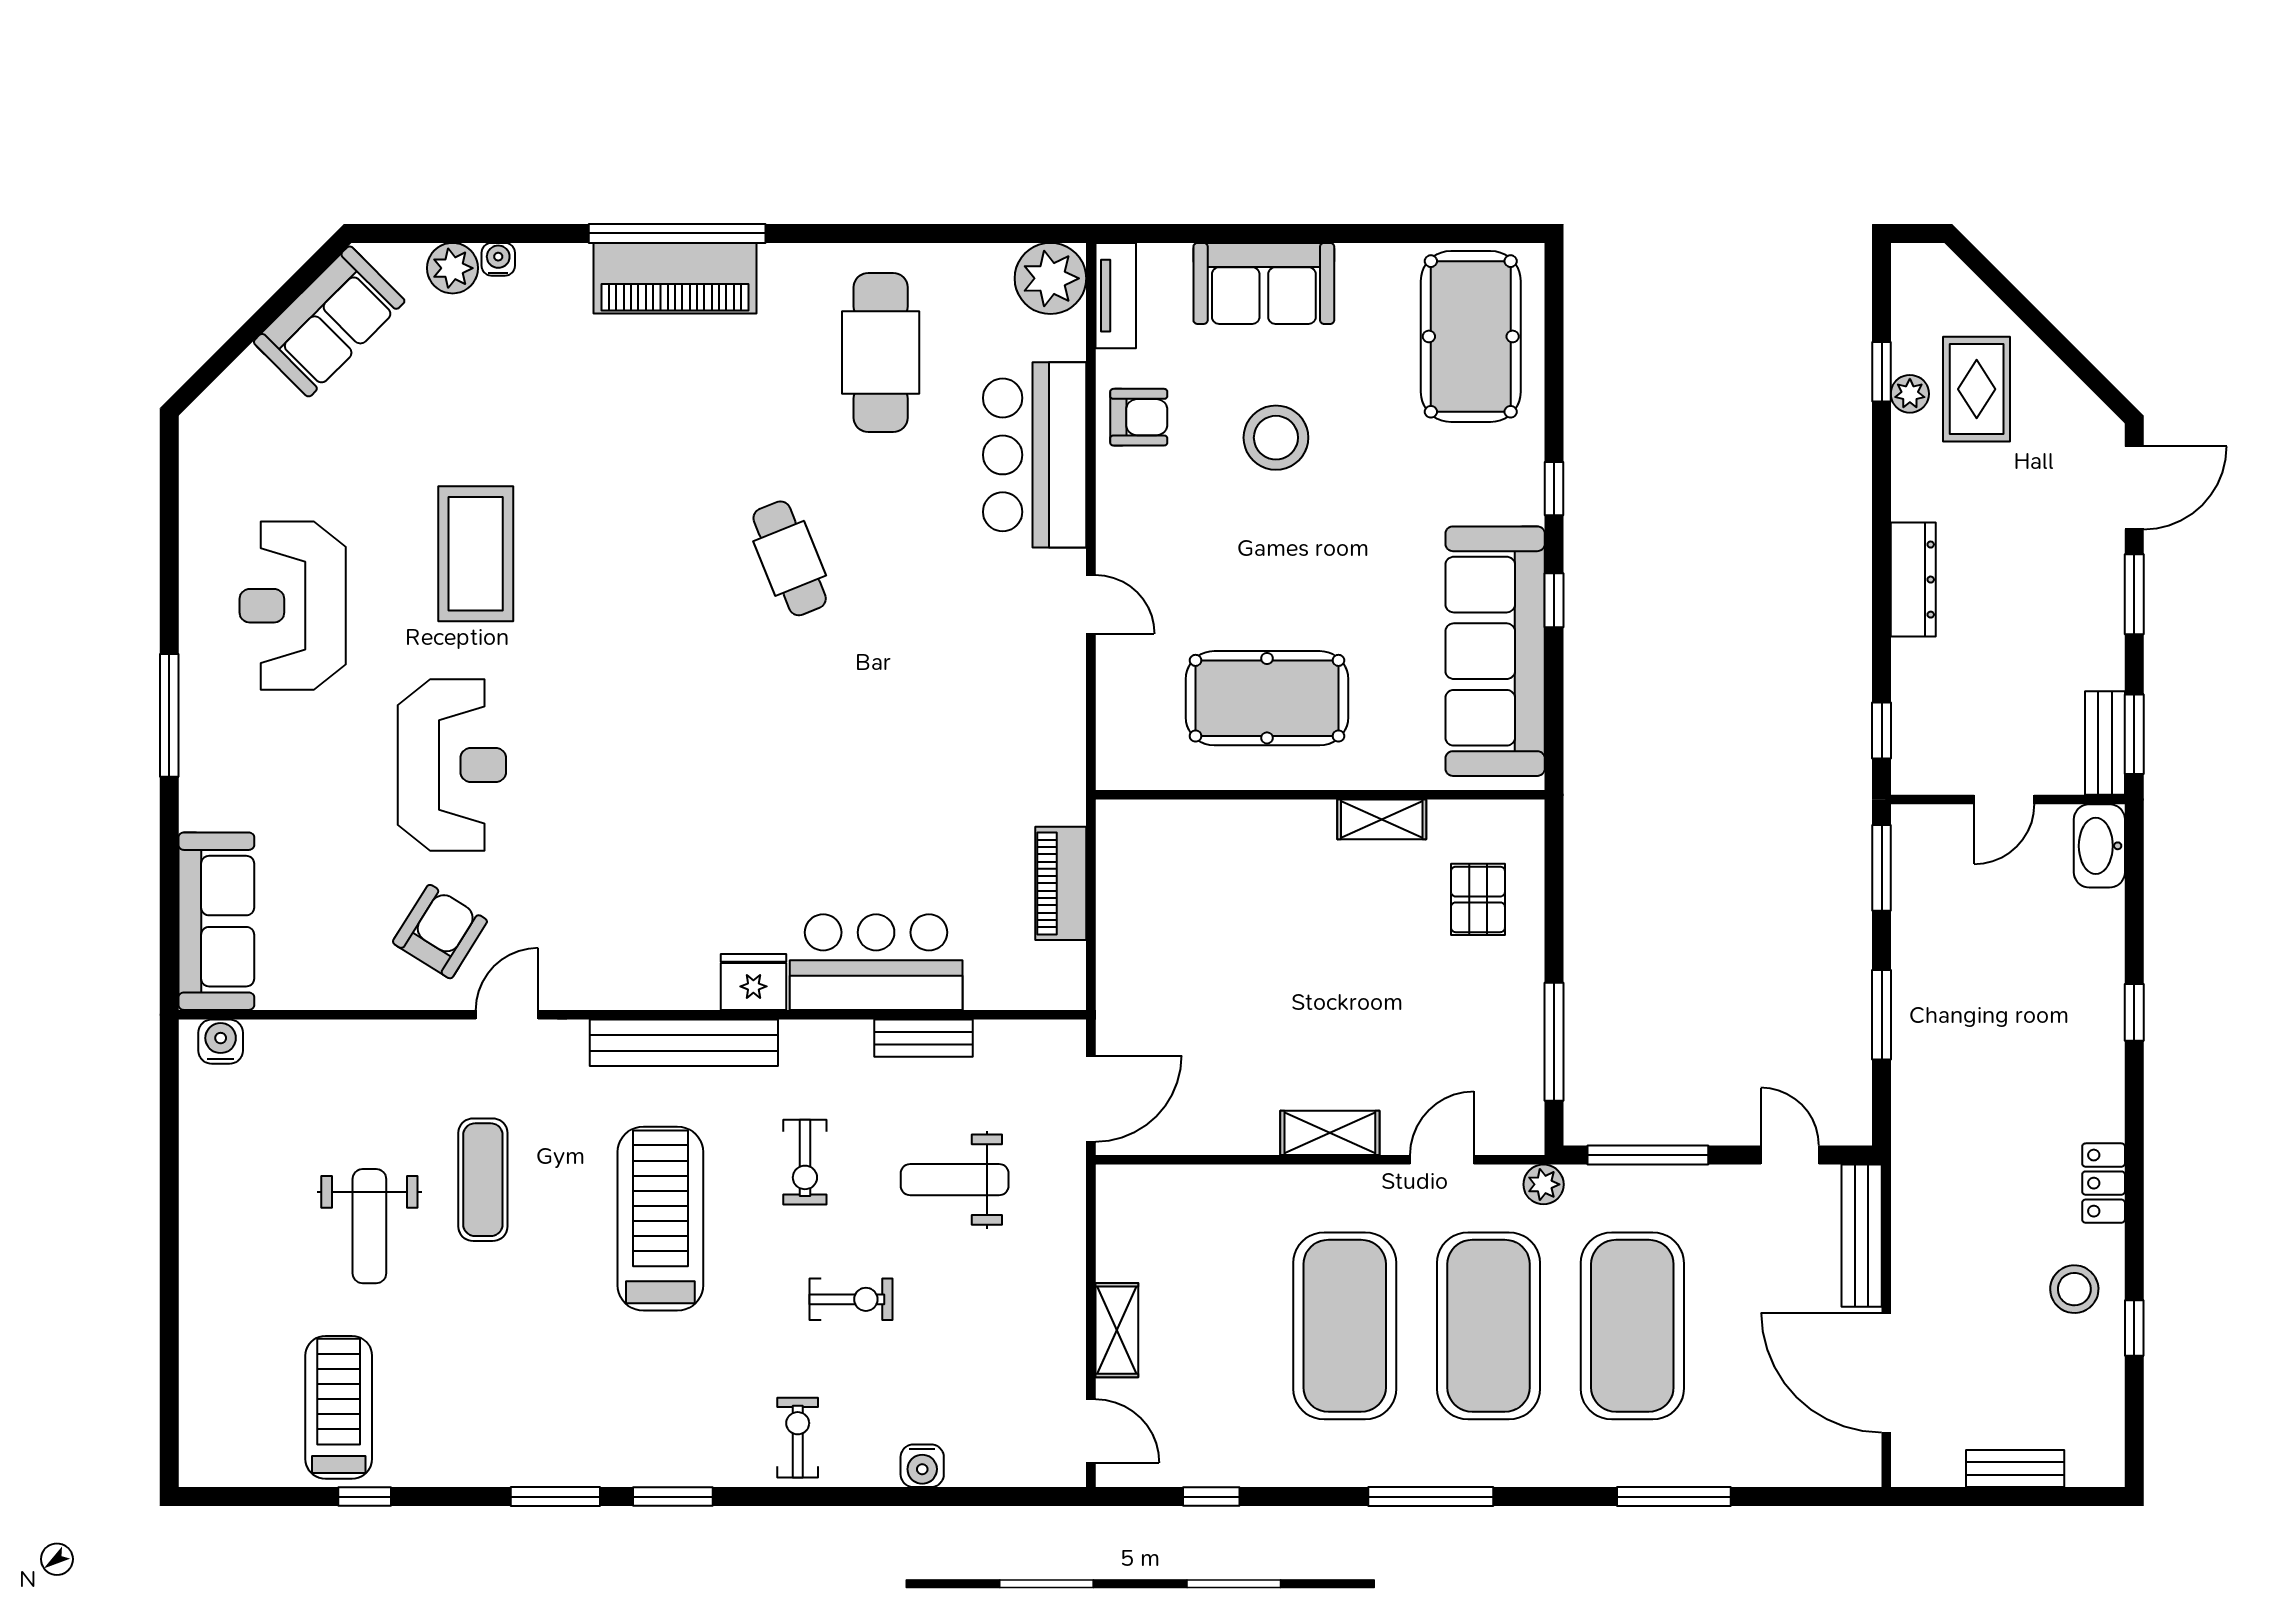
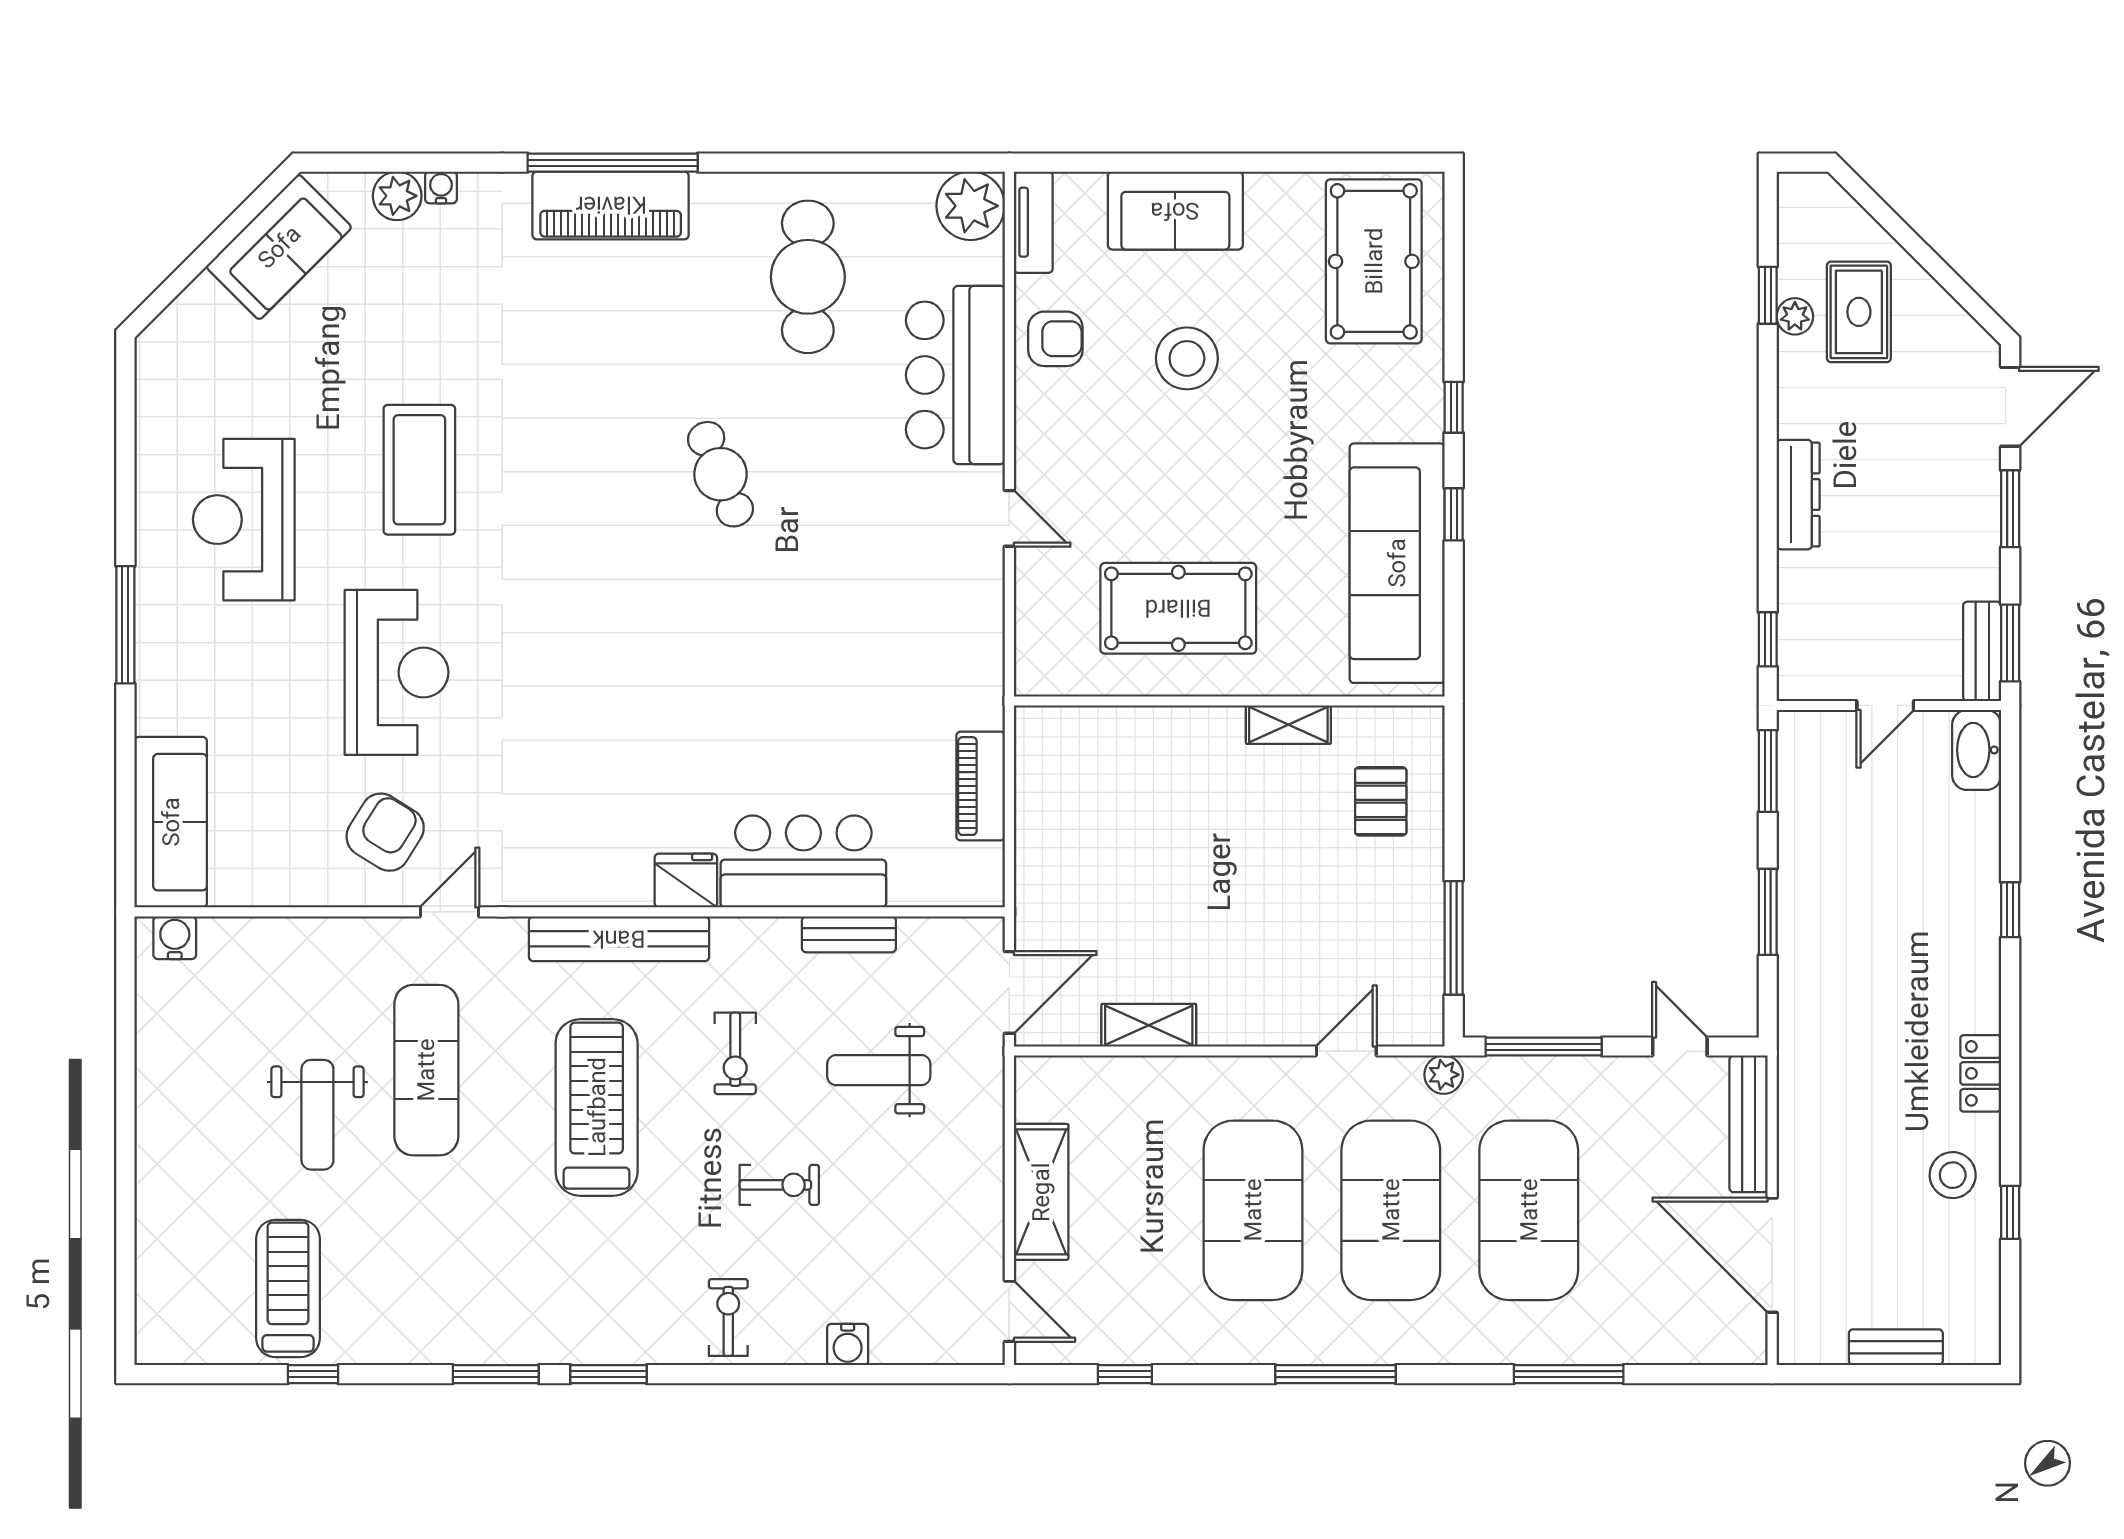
shelving: (1330, 1133) -> (1149, 1025), moved
exercise mat: (483, 1180) -> (426, 1070), width x1.36, depth x1.45
shelving: (1117, 1330) -> (1041, 1192), width x1.50, depth x1.33

